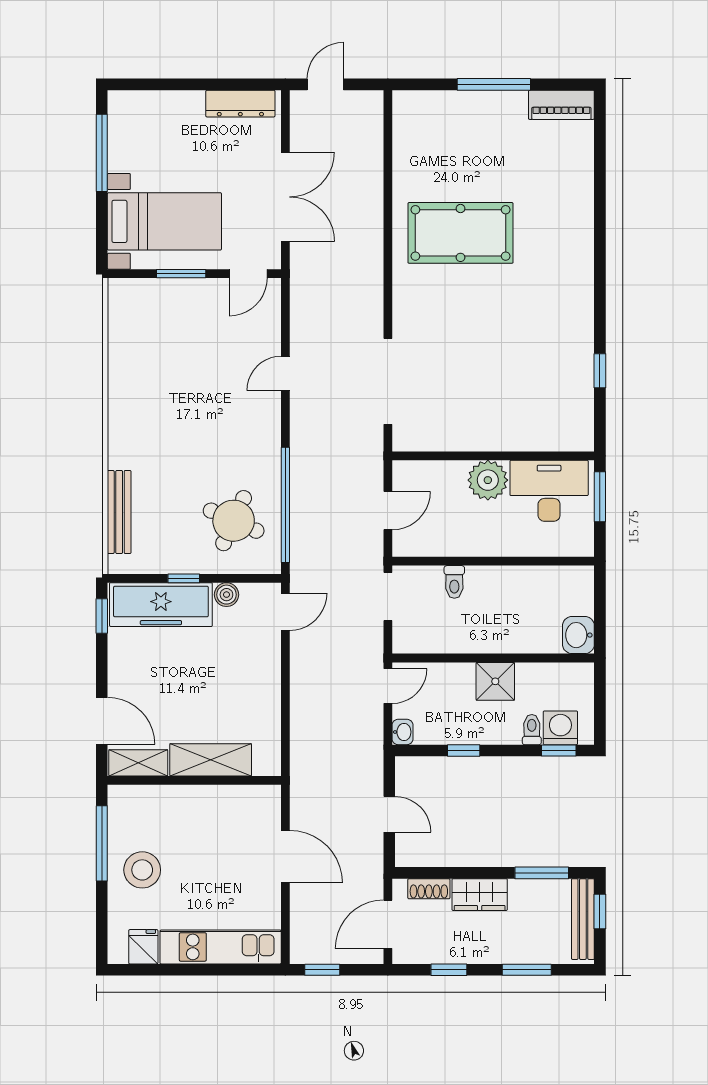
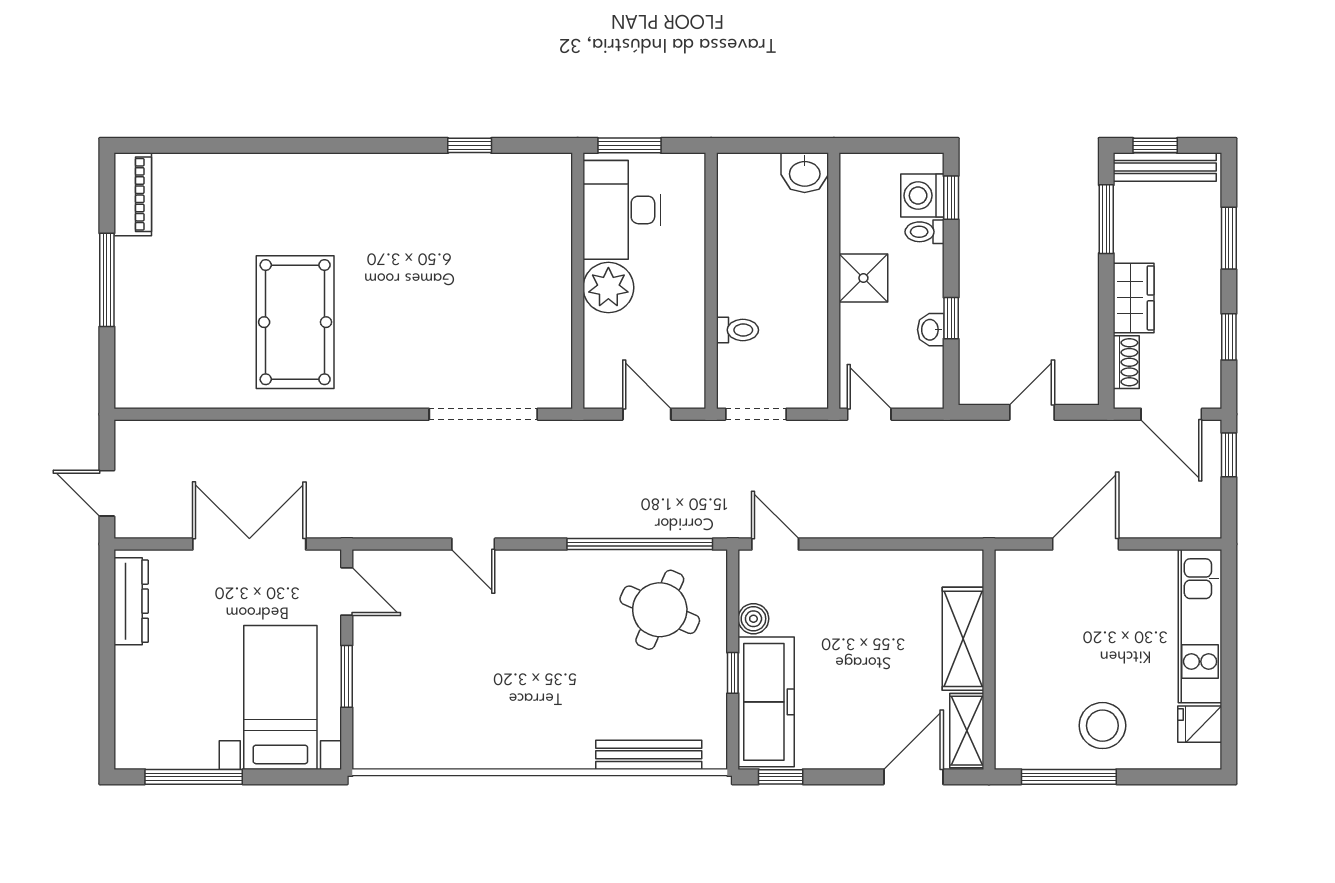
washbasin: (403, 732) -> (931, 330), moved, turned -90
window: (322, 970) -> (1229, 455), moved

